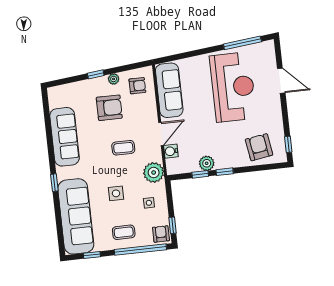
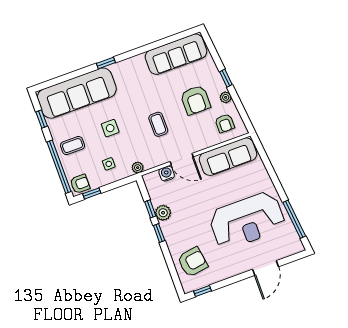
sofa: (65, 137) -> (176, 54), moved
plant: (154, 172) -> (138, 168), width x0.53, depth x0.53
coffee table: (124, 232) -> (73, 146), turned 90

